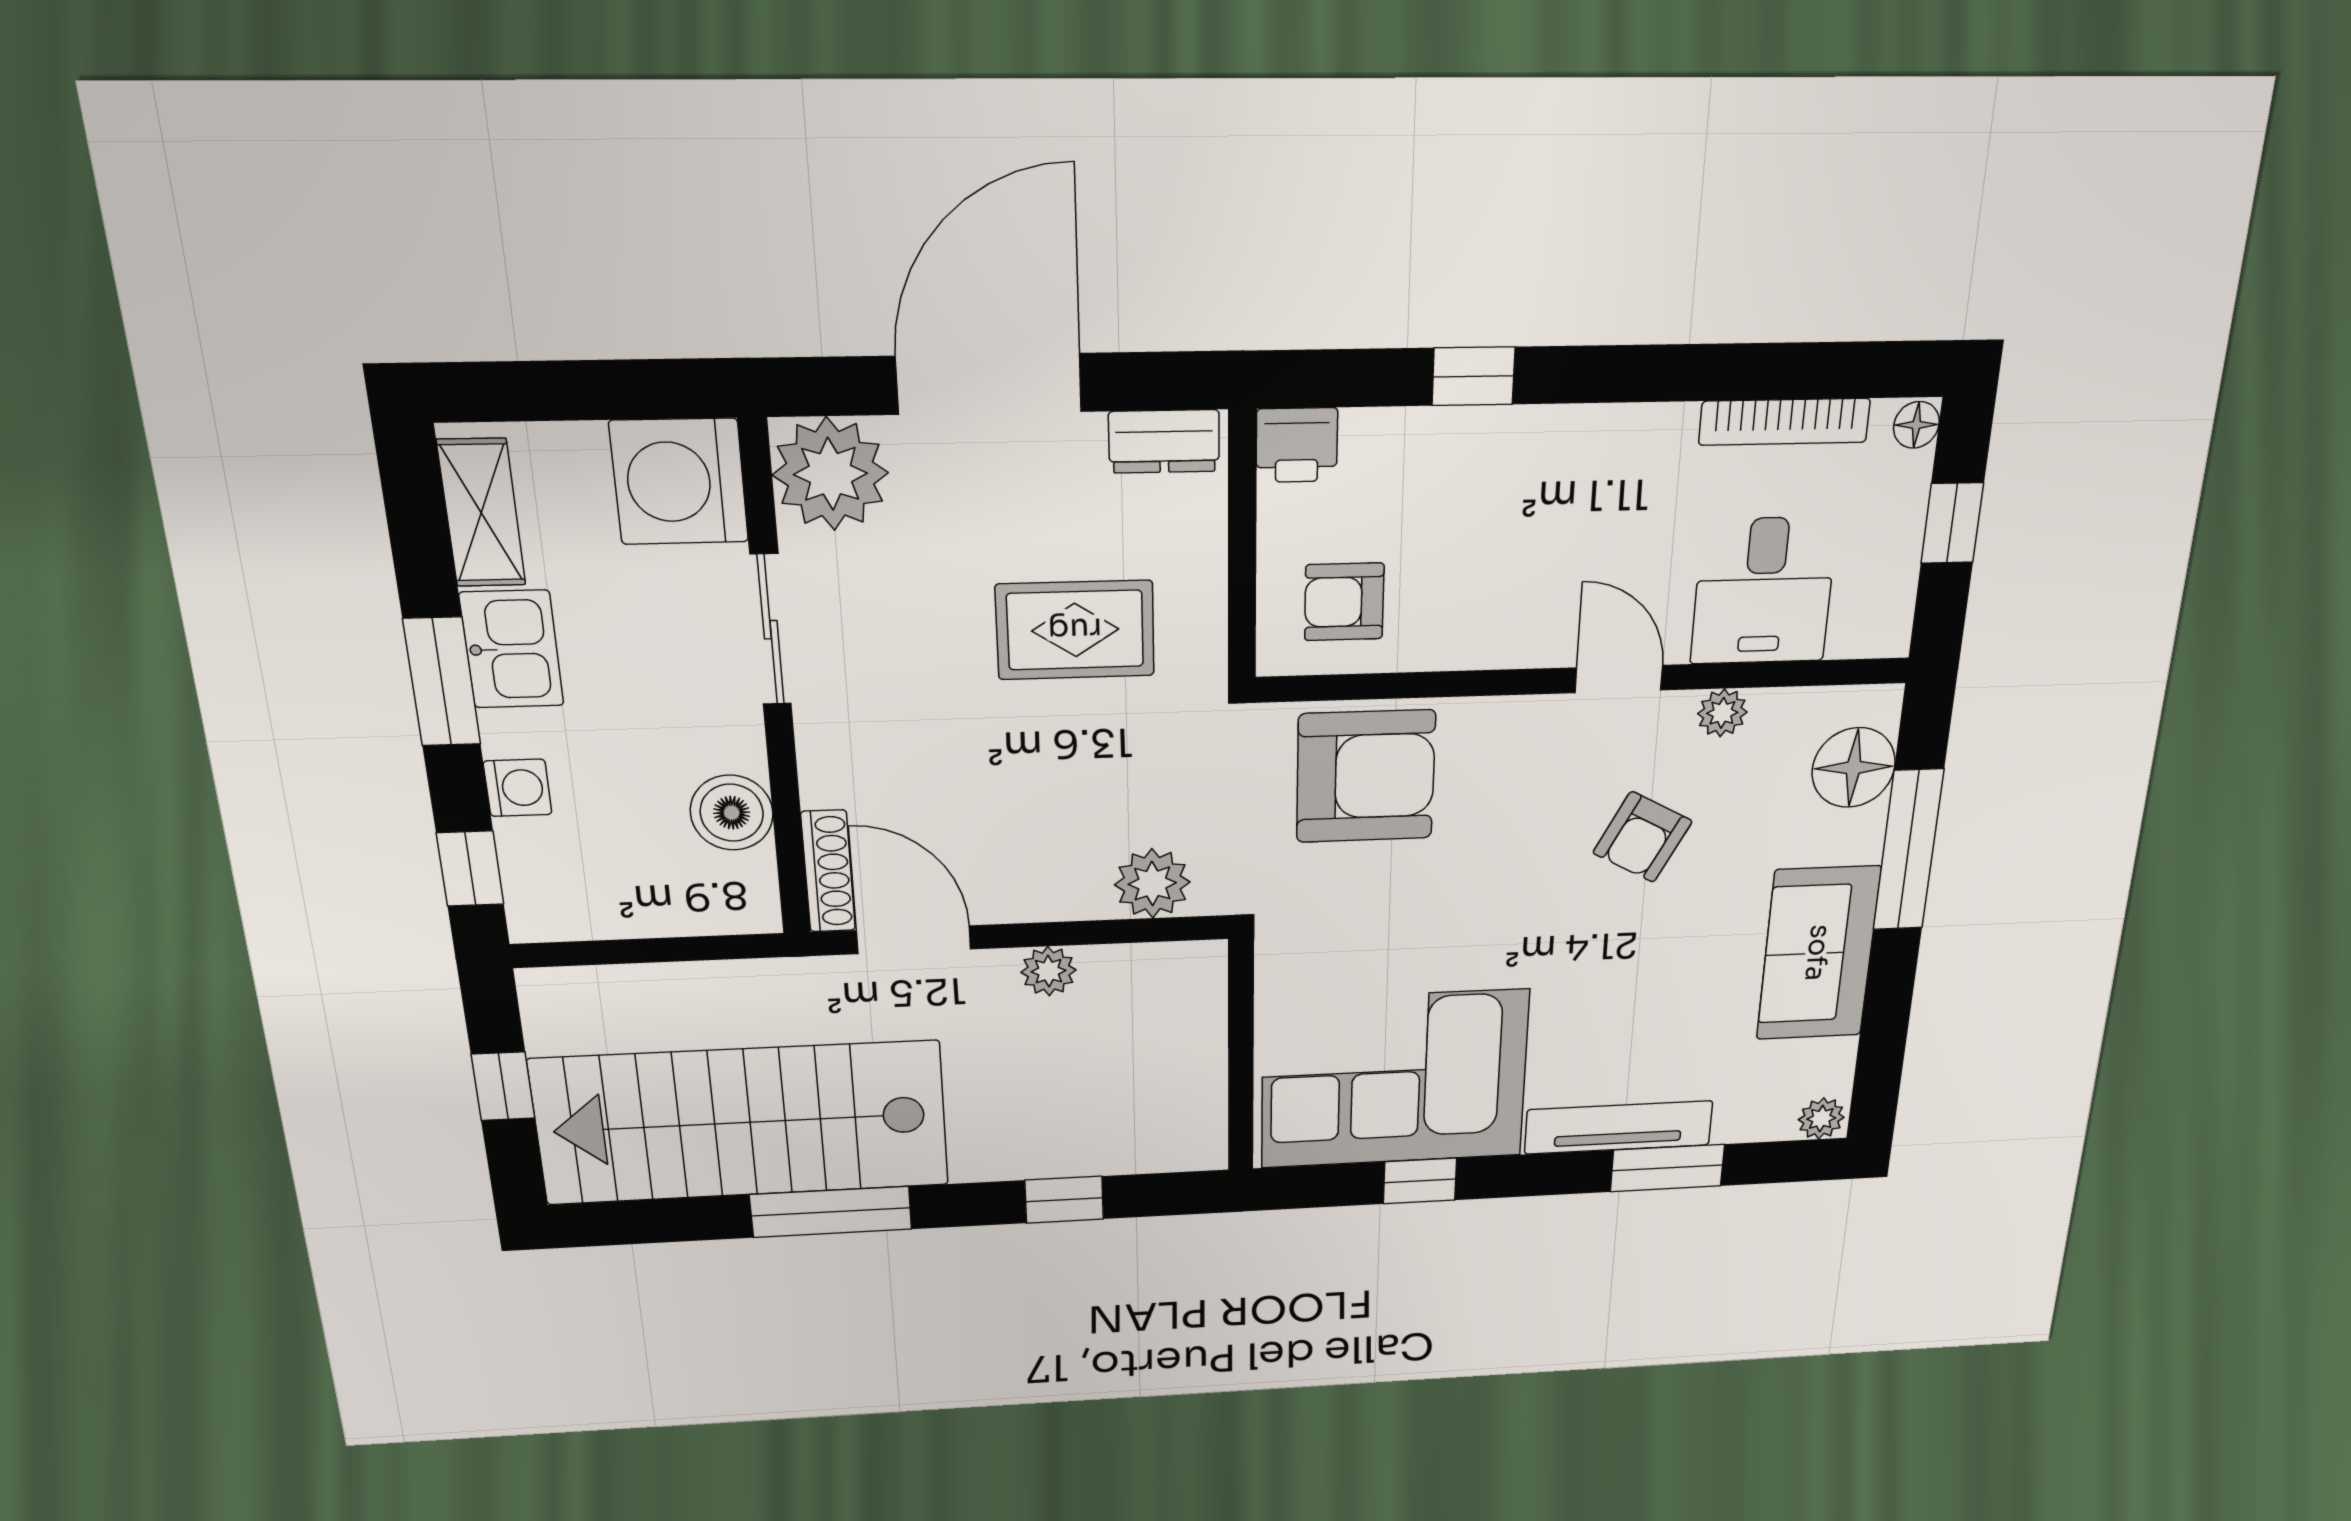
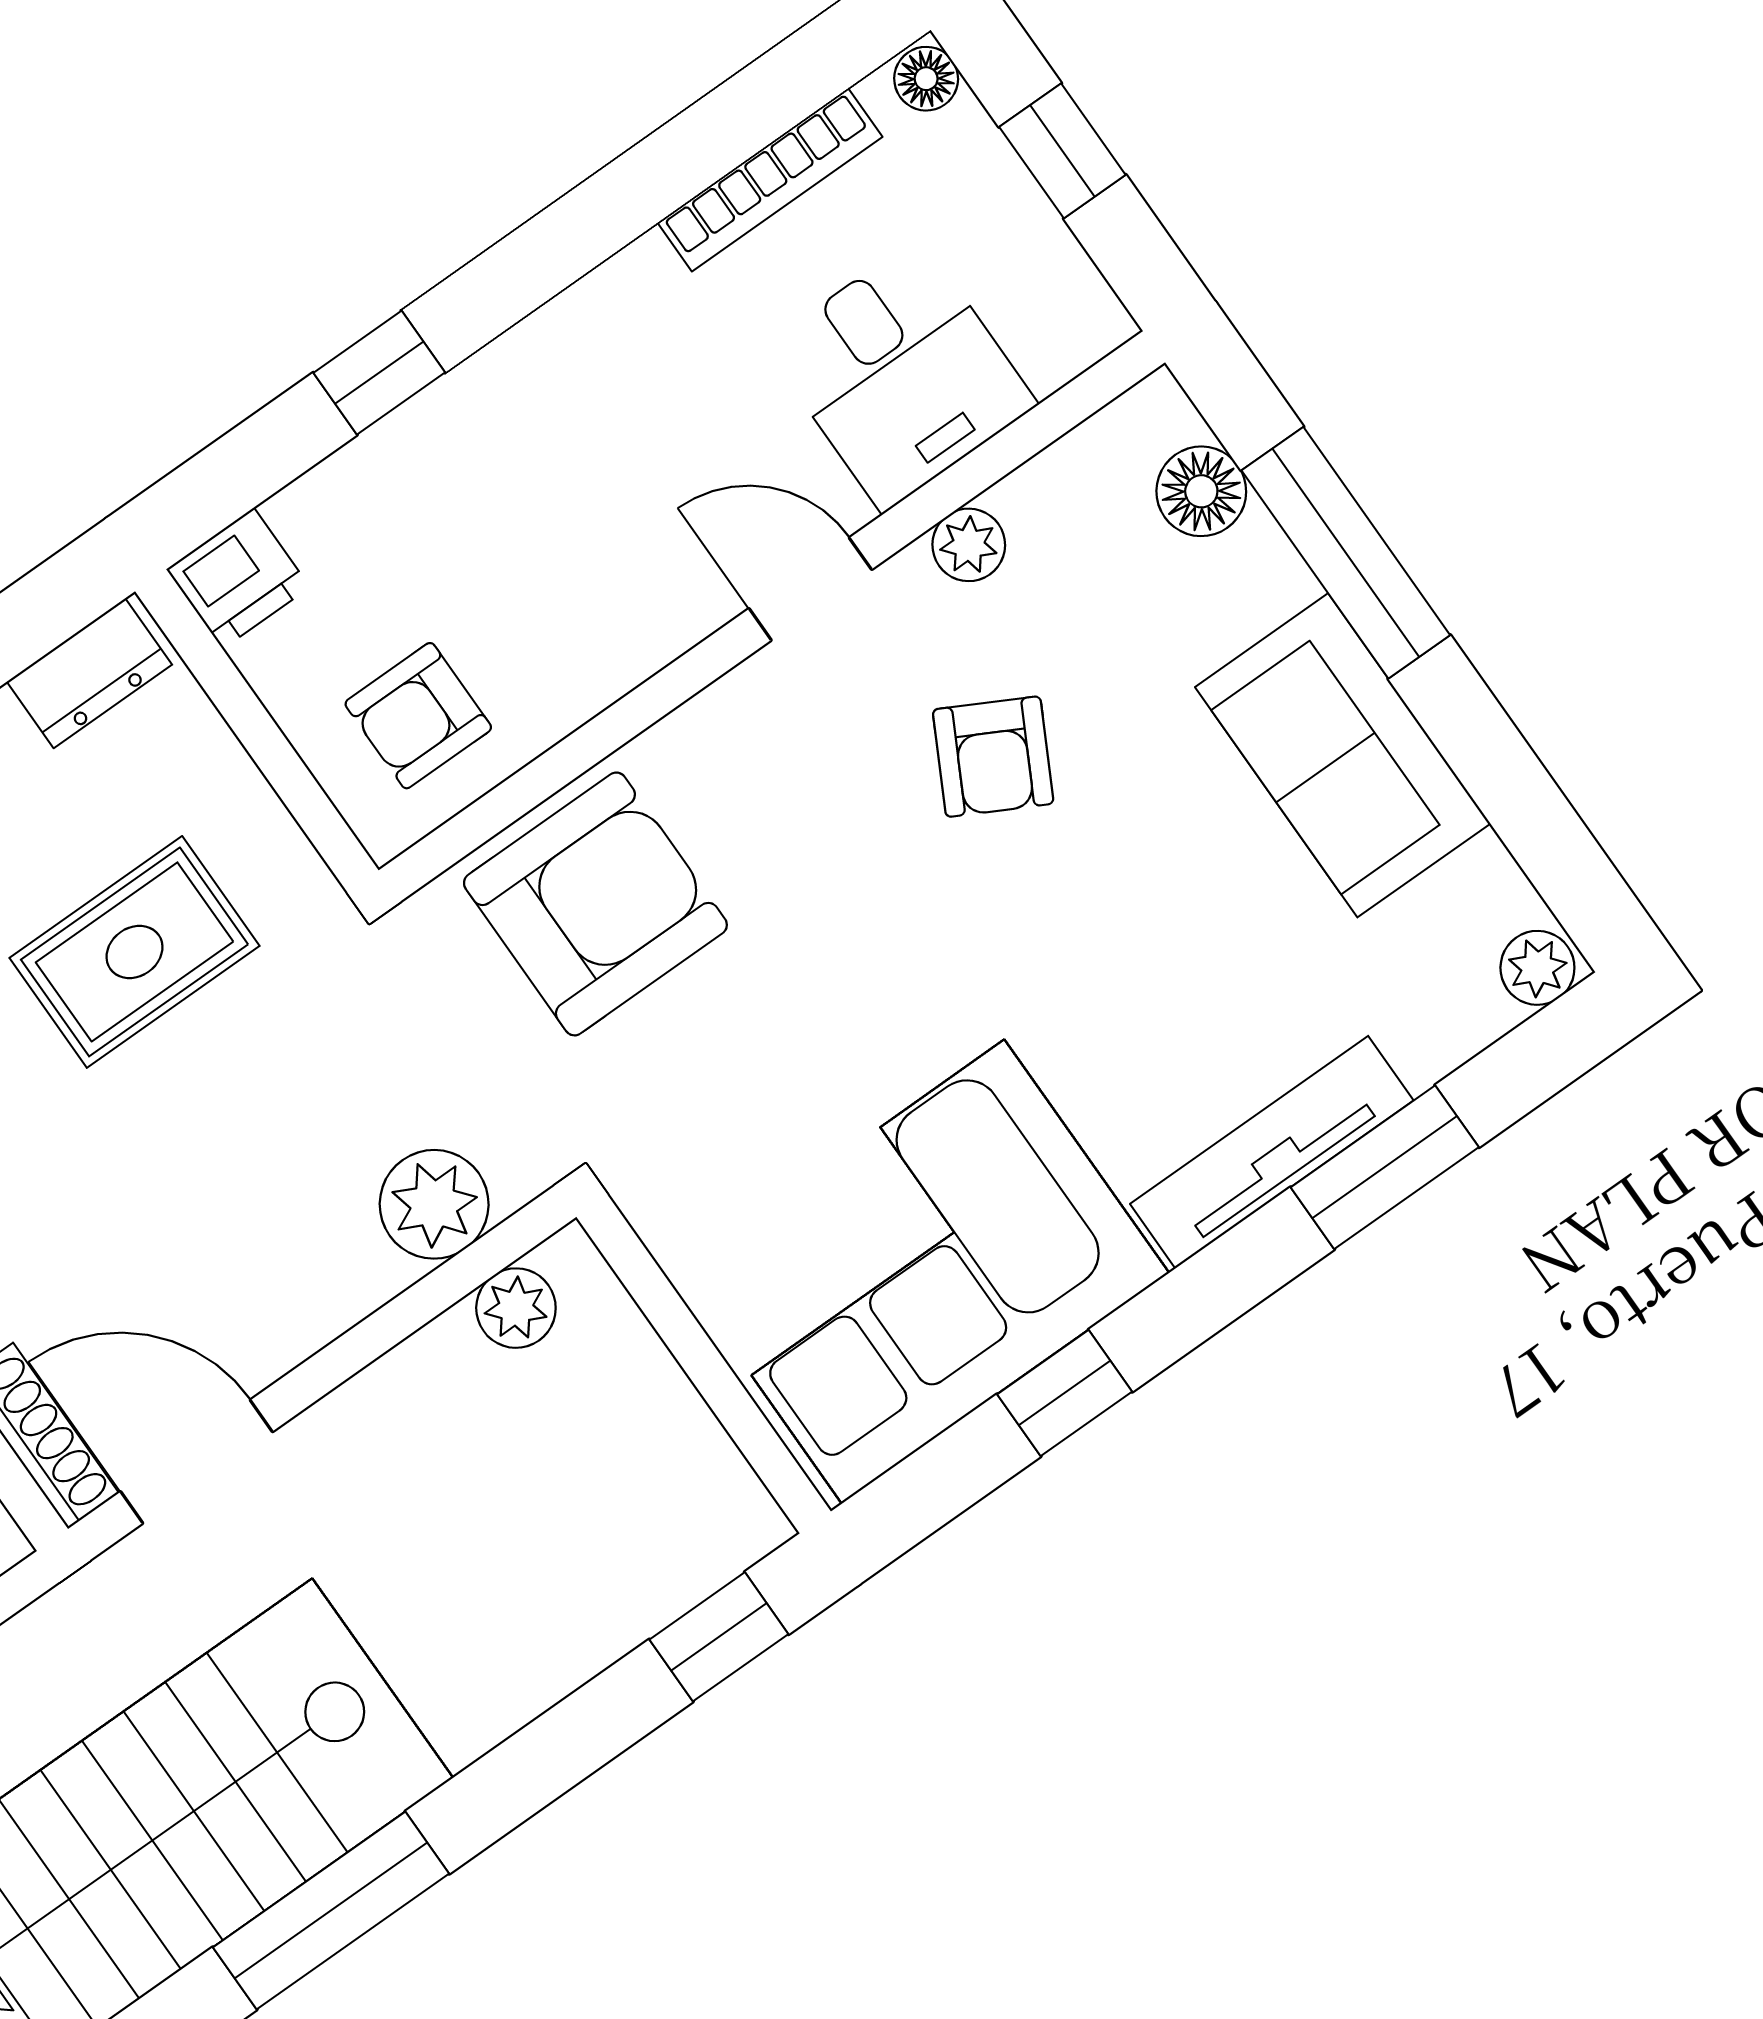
floor lamp: (1854, 768) -> (1201, 491), width x0.73, depth x0.73
plant: (1049, 971) -> (516, 1308), moved
window: (1064, 1200) -> (719, 1637), moved

